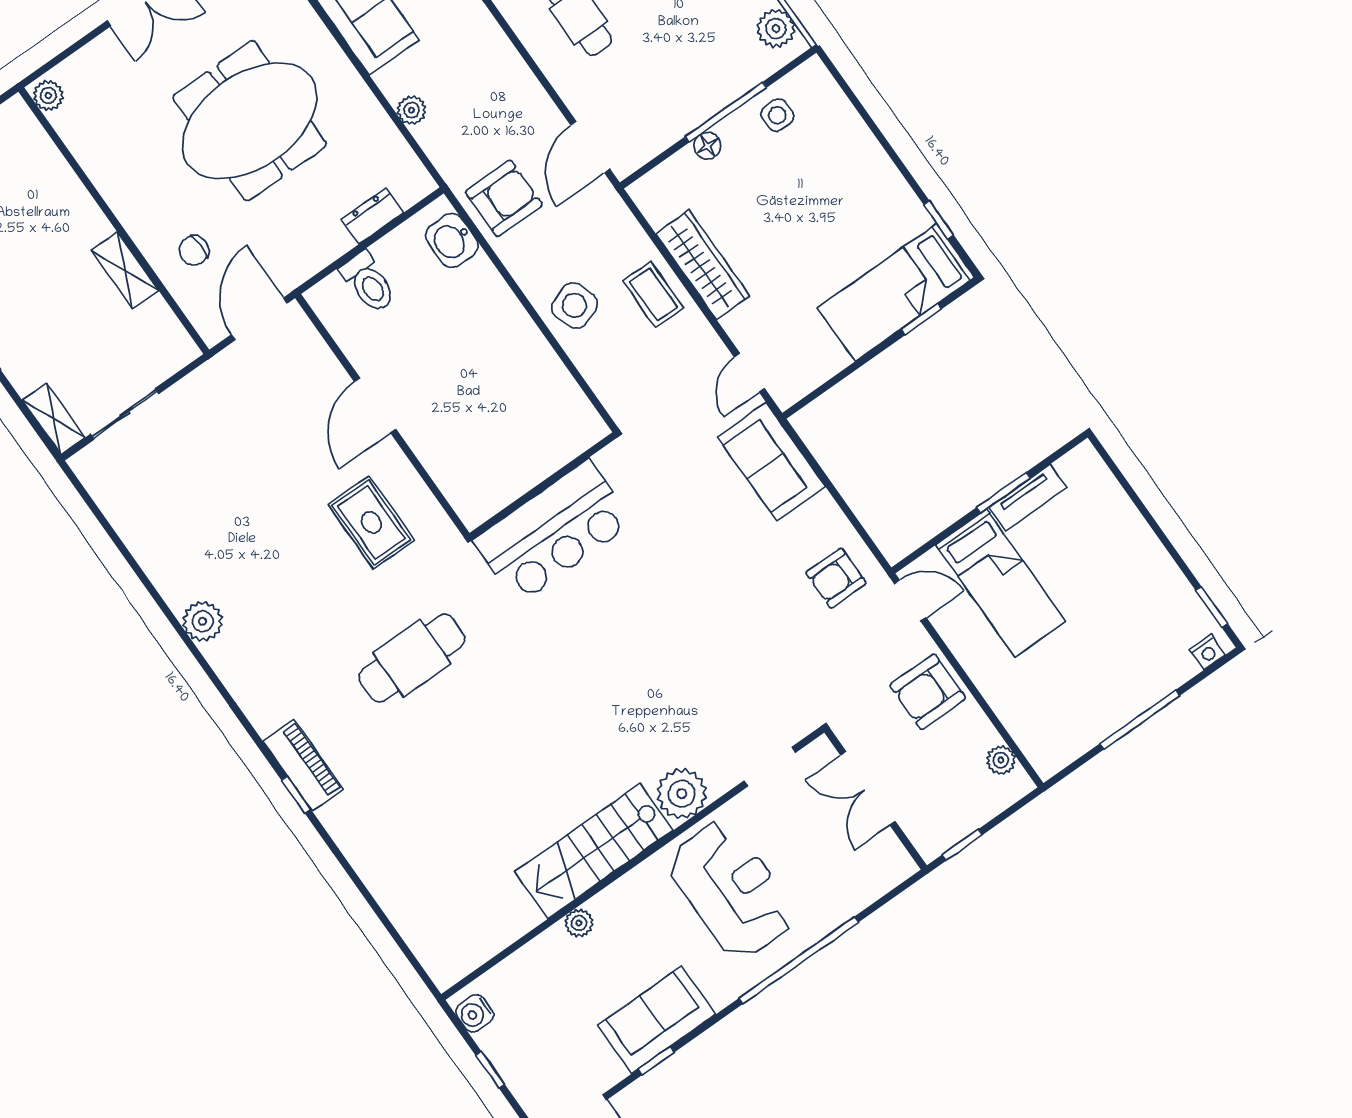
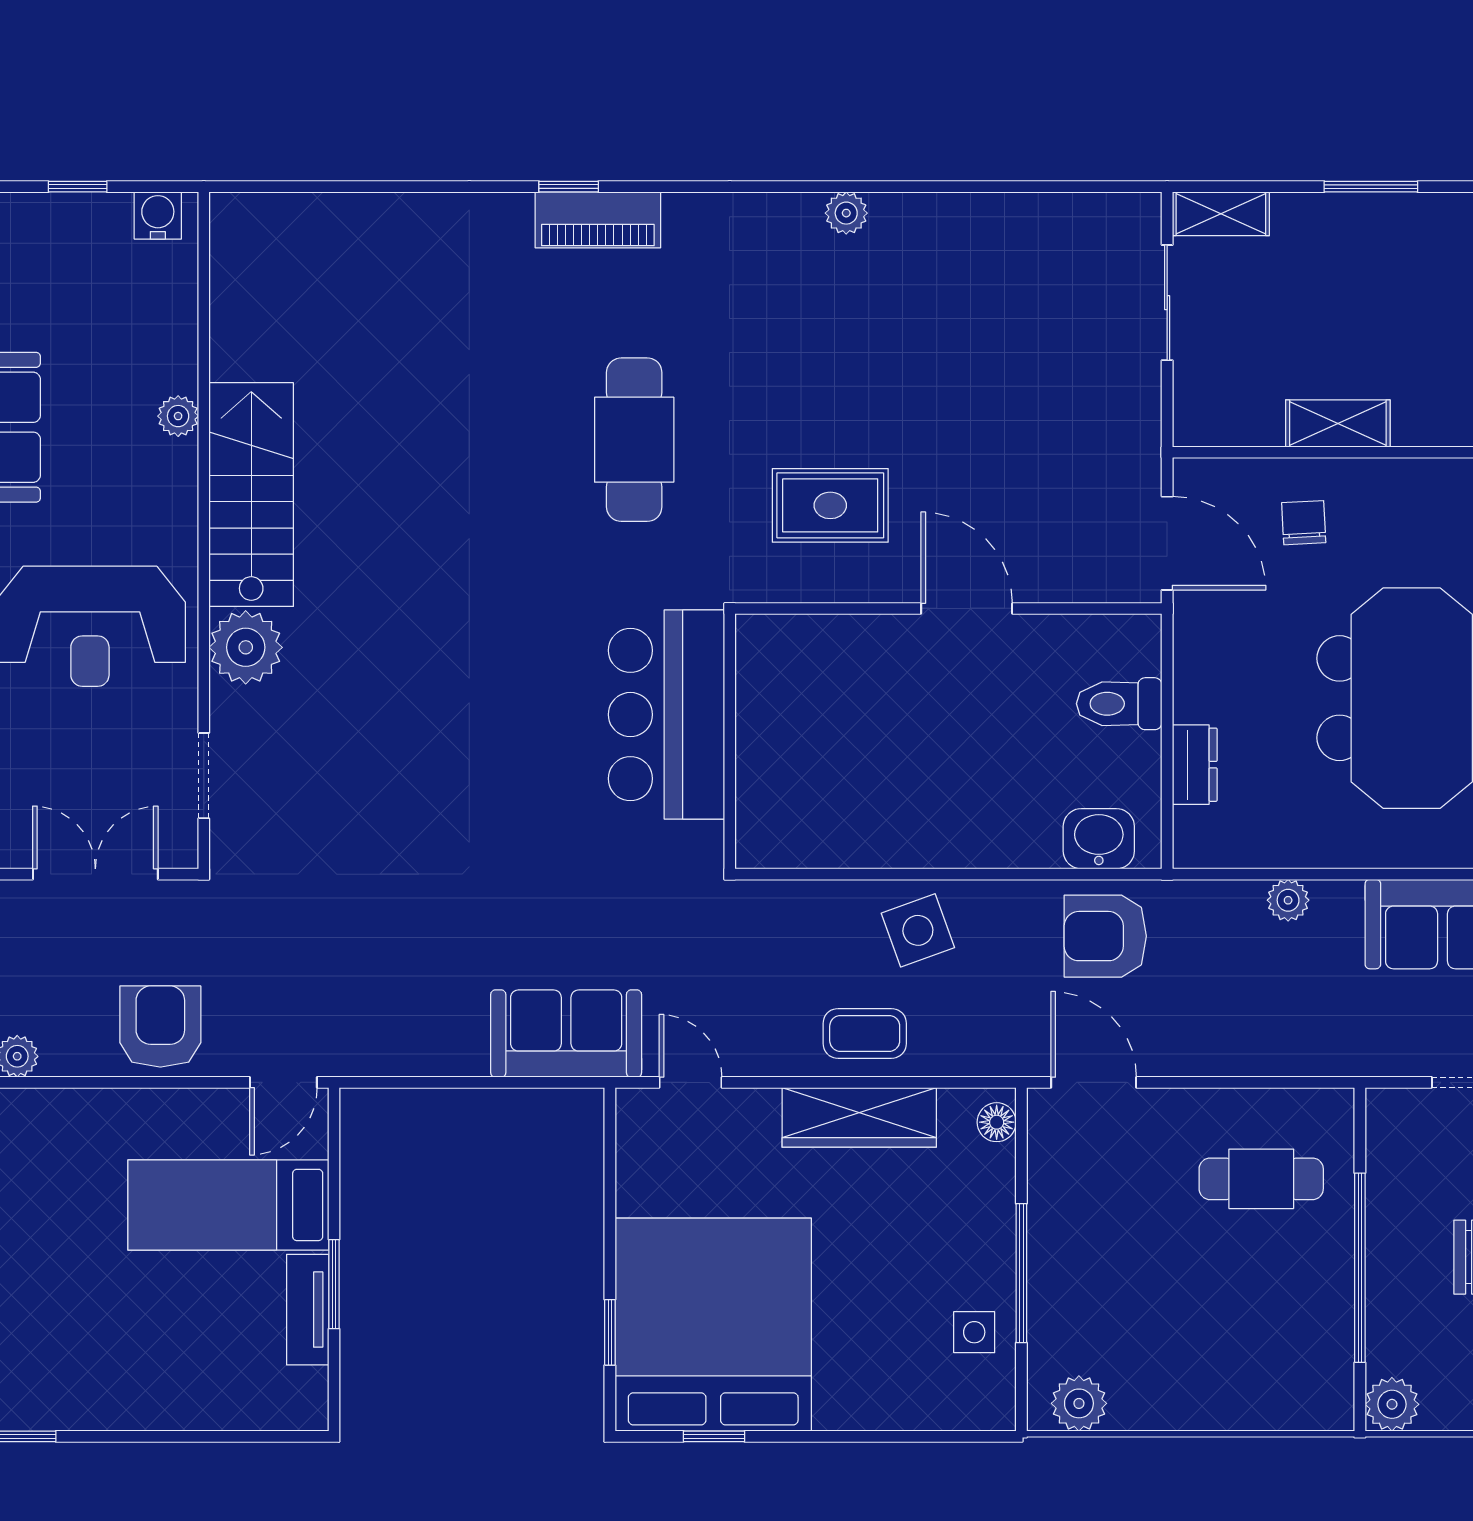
floor lamp: (707, 146) -> (997, 1122), moved
armchair: (504, 198) -> (1105, 936), turned 90
bed: (896, 292) -> (713, 1325), width x2.04
armchair: (836, 578) -> (373, 1013), removed
plant: (203, 621) -> (846, 213), width x0.73, depth x0.73

